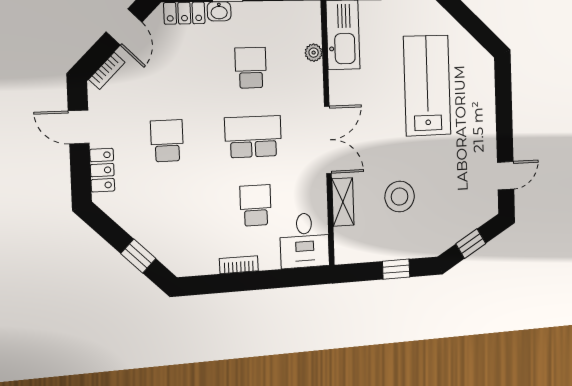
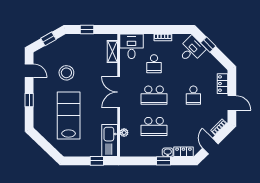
school desk: (251, 68) -> (154, 126), width x1.85
lab bench: (427, 86) -> (69, 116), turned 180
window: (504, 115) -> (29, 100), added
door: (506, 176) -> (29, 71), swing flipped
stool: (400, 197) -> (66, 73), moved
shelving: (343, 202) -> (112, 52), moved
desk: (176, 242) -> (191, 50), added

